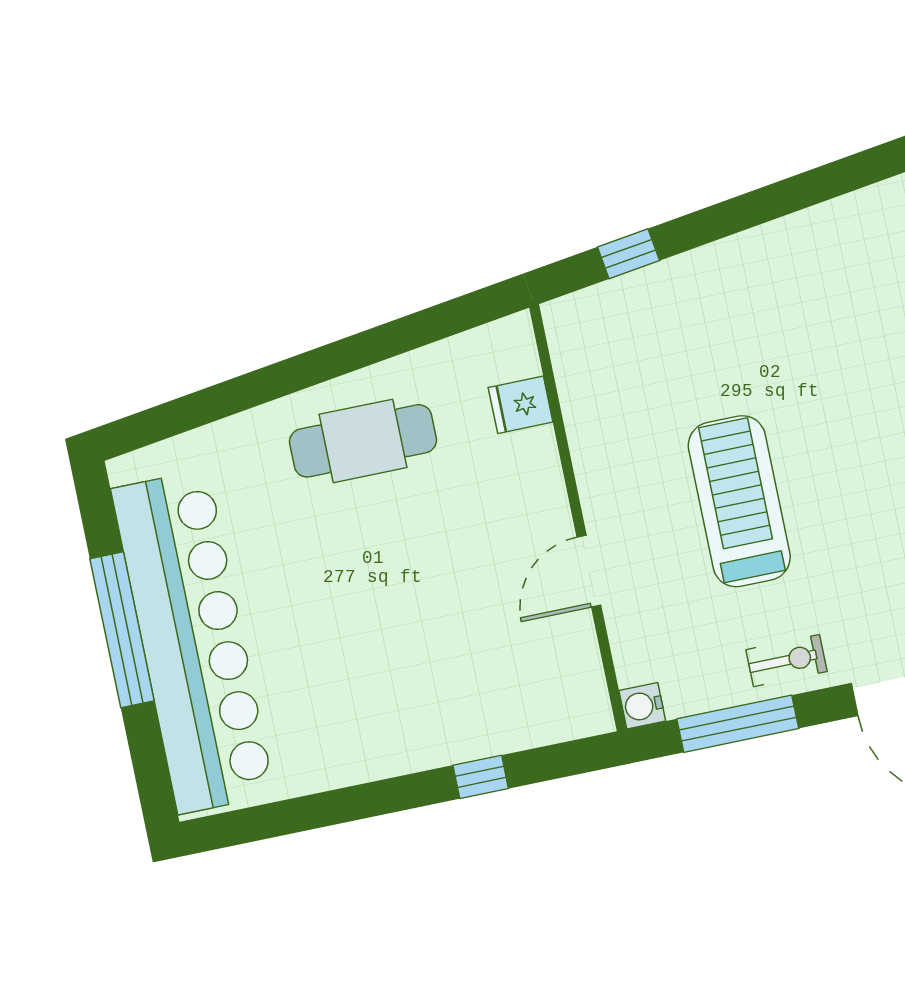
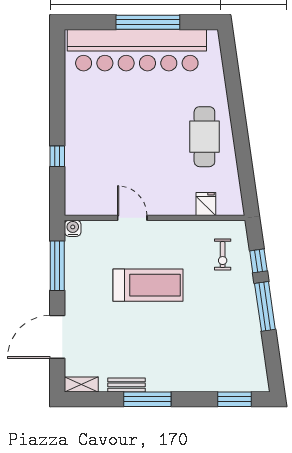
window: (732, 216) -> (265, 306), added
exercise bike: (787, 661) -> (223, 255), moved

